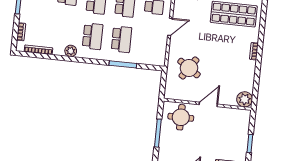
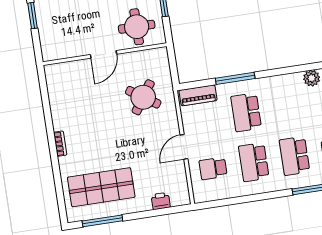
school desk: (93, 36) -> (287, 106), removed
piano: (151, 59) -> (198, 95), added
plant: (245, 99) -> (56, 74), removed

